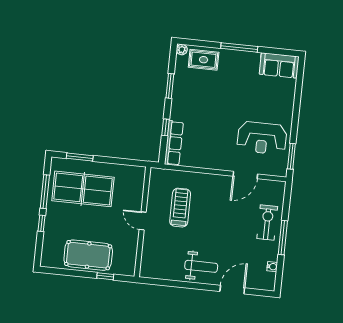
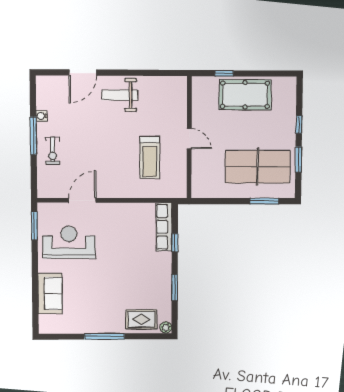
sofa: (279, 65) -> (50, 294), moved, turned 90
window: (45, 192) -> (299, 160), width x0.69
exercise bike: (267, 222) -> (53, 151), width x0.73, depth x0.72
water cooler: (272, 267) -> (42, 116), moved

